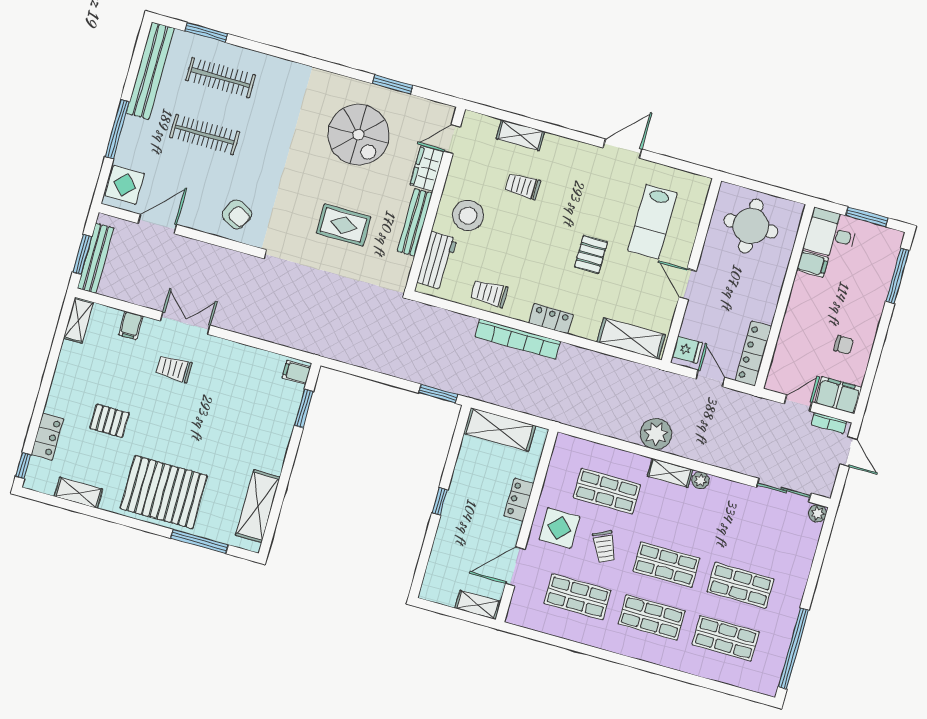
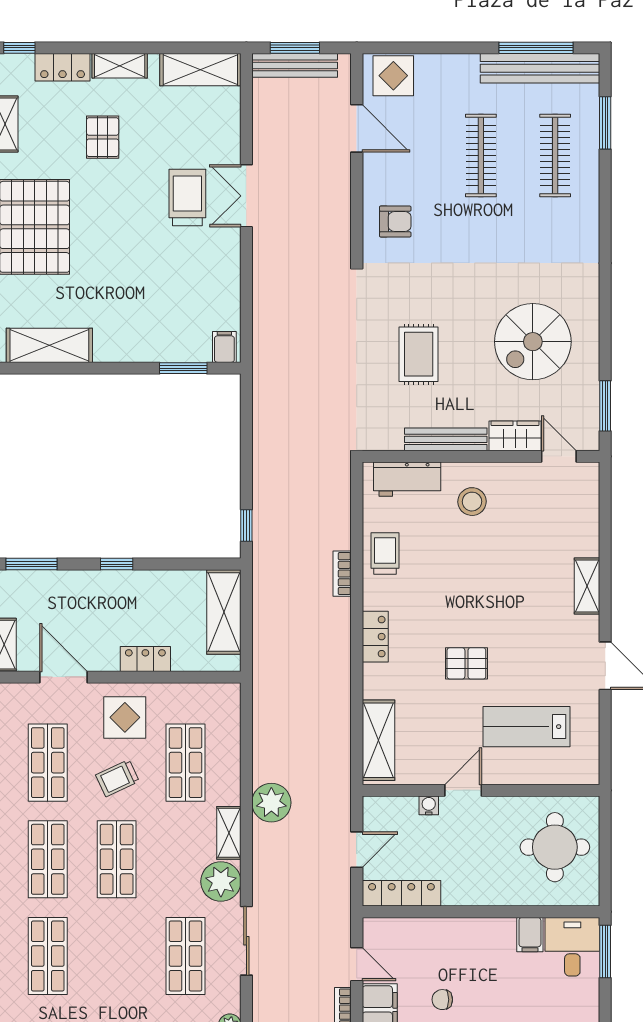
window: (393, 84) -> (605, 406), moved
window: (117, 129) -> (536, 48), moved
shelving: (520, 135) -> (587, 586), moved
trolley: (523, 186) -> (526, 558), removed
armchair: (237, 214) -> (395, 221), turned -117
stool: (468, 216) -> (472, 502), width x0.73, depth x0.73
window: (867, 217) -> (605, 951), moved
water cooler: (692, 314) -> (429, 805), added
shelving: (78, 320) -> (200, 70), width x1.50, depth x1.33
double door: (185, 323) -> (246, 196), swing flipped
filing cabinet: (131, 325) -> (225, 131), removed
bookcase: (518, 339) -> (342, 574), width x0.43, depth x0.76
chair: (844, 345) -> (442, 1000), turned 90
fridge: (687, 350) -> (384, 812), removed
trolley: (174, 369) -> (187, 198), width x1.36, depth x1.39
shelving: (58, 392) -> (120, 66), added
window: (438, 394) -> (246, 526), width x0.67
plant: (701, 480) -> (221, 881), width x1.88, depth x1.88
sliding door: (784, 490) -> (246, 941), moved
window: (422, 567) -> (32, 564), added
shop shelf: (740, 585) -> (185, 956), moved

